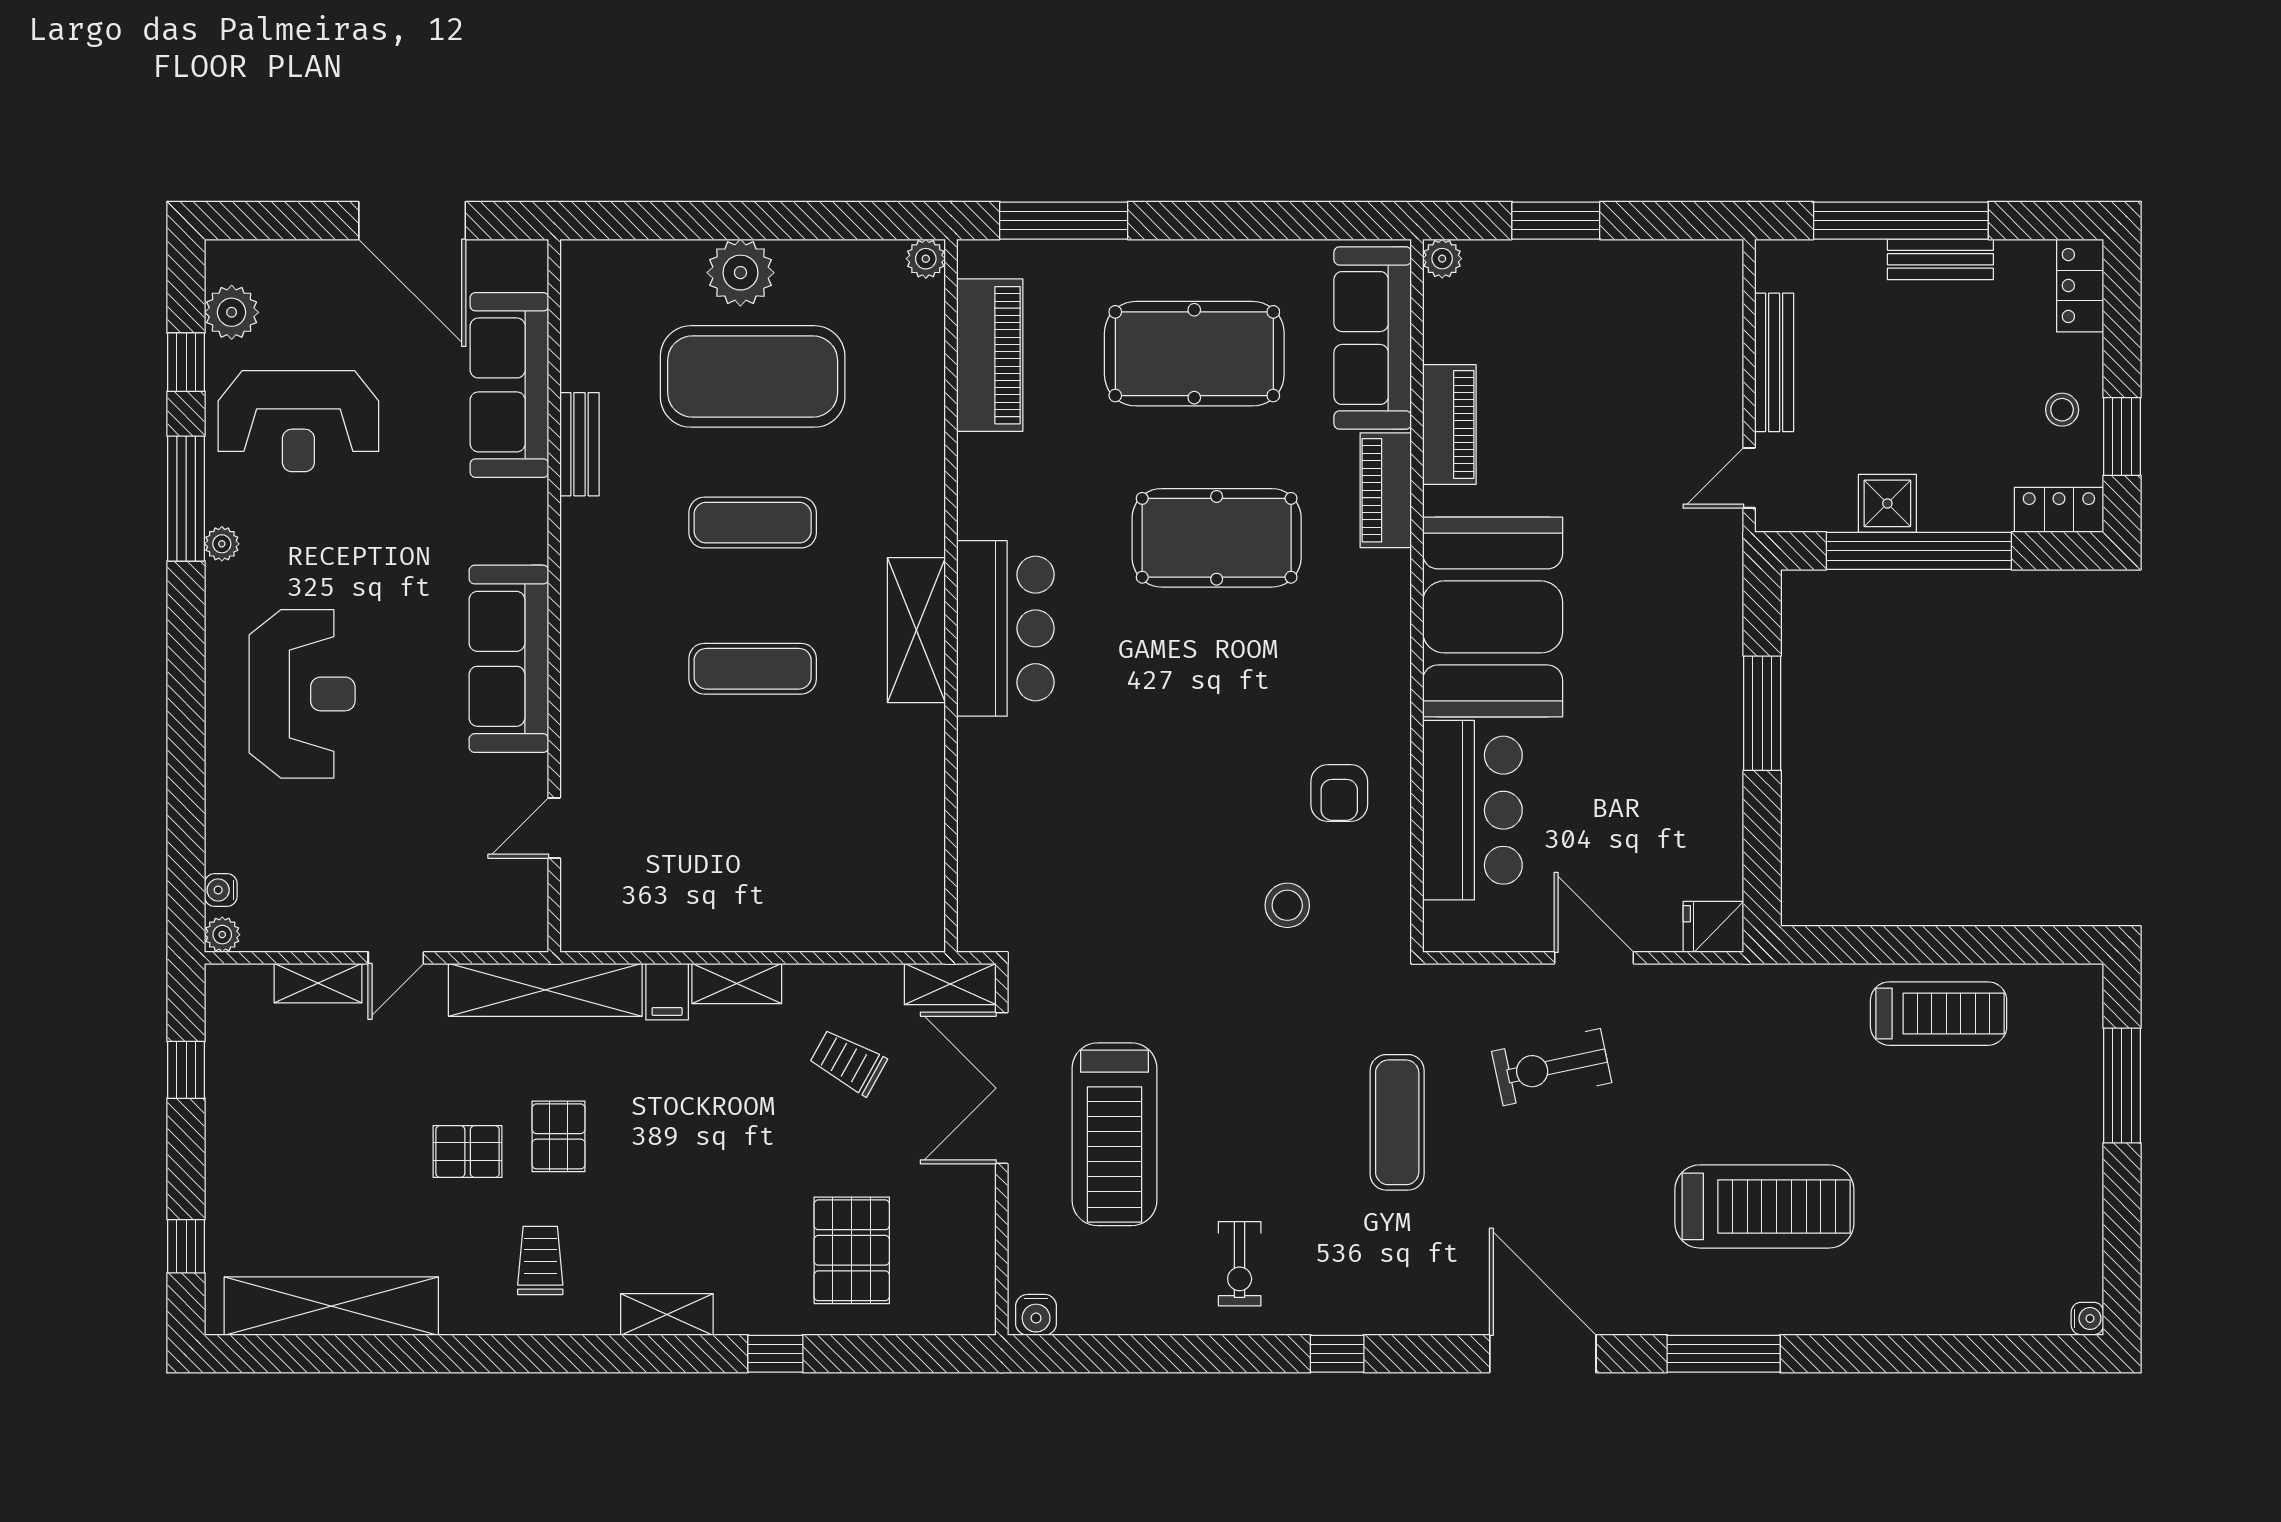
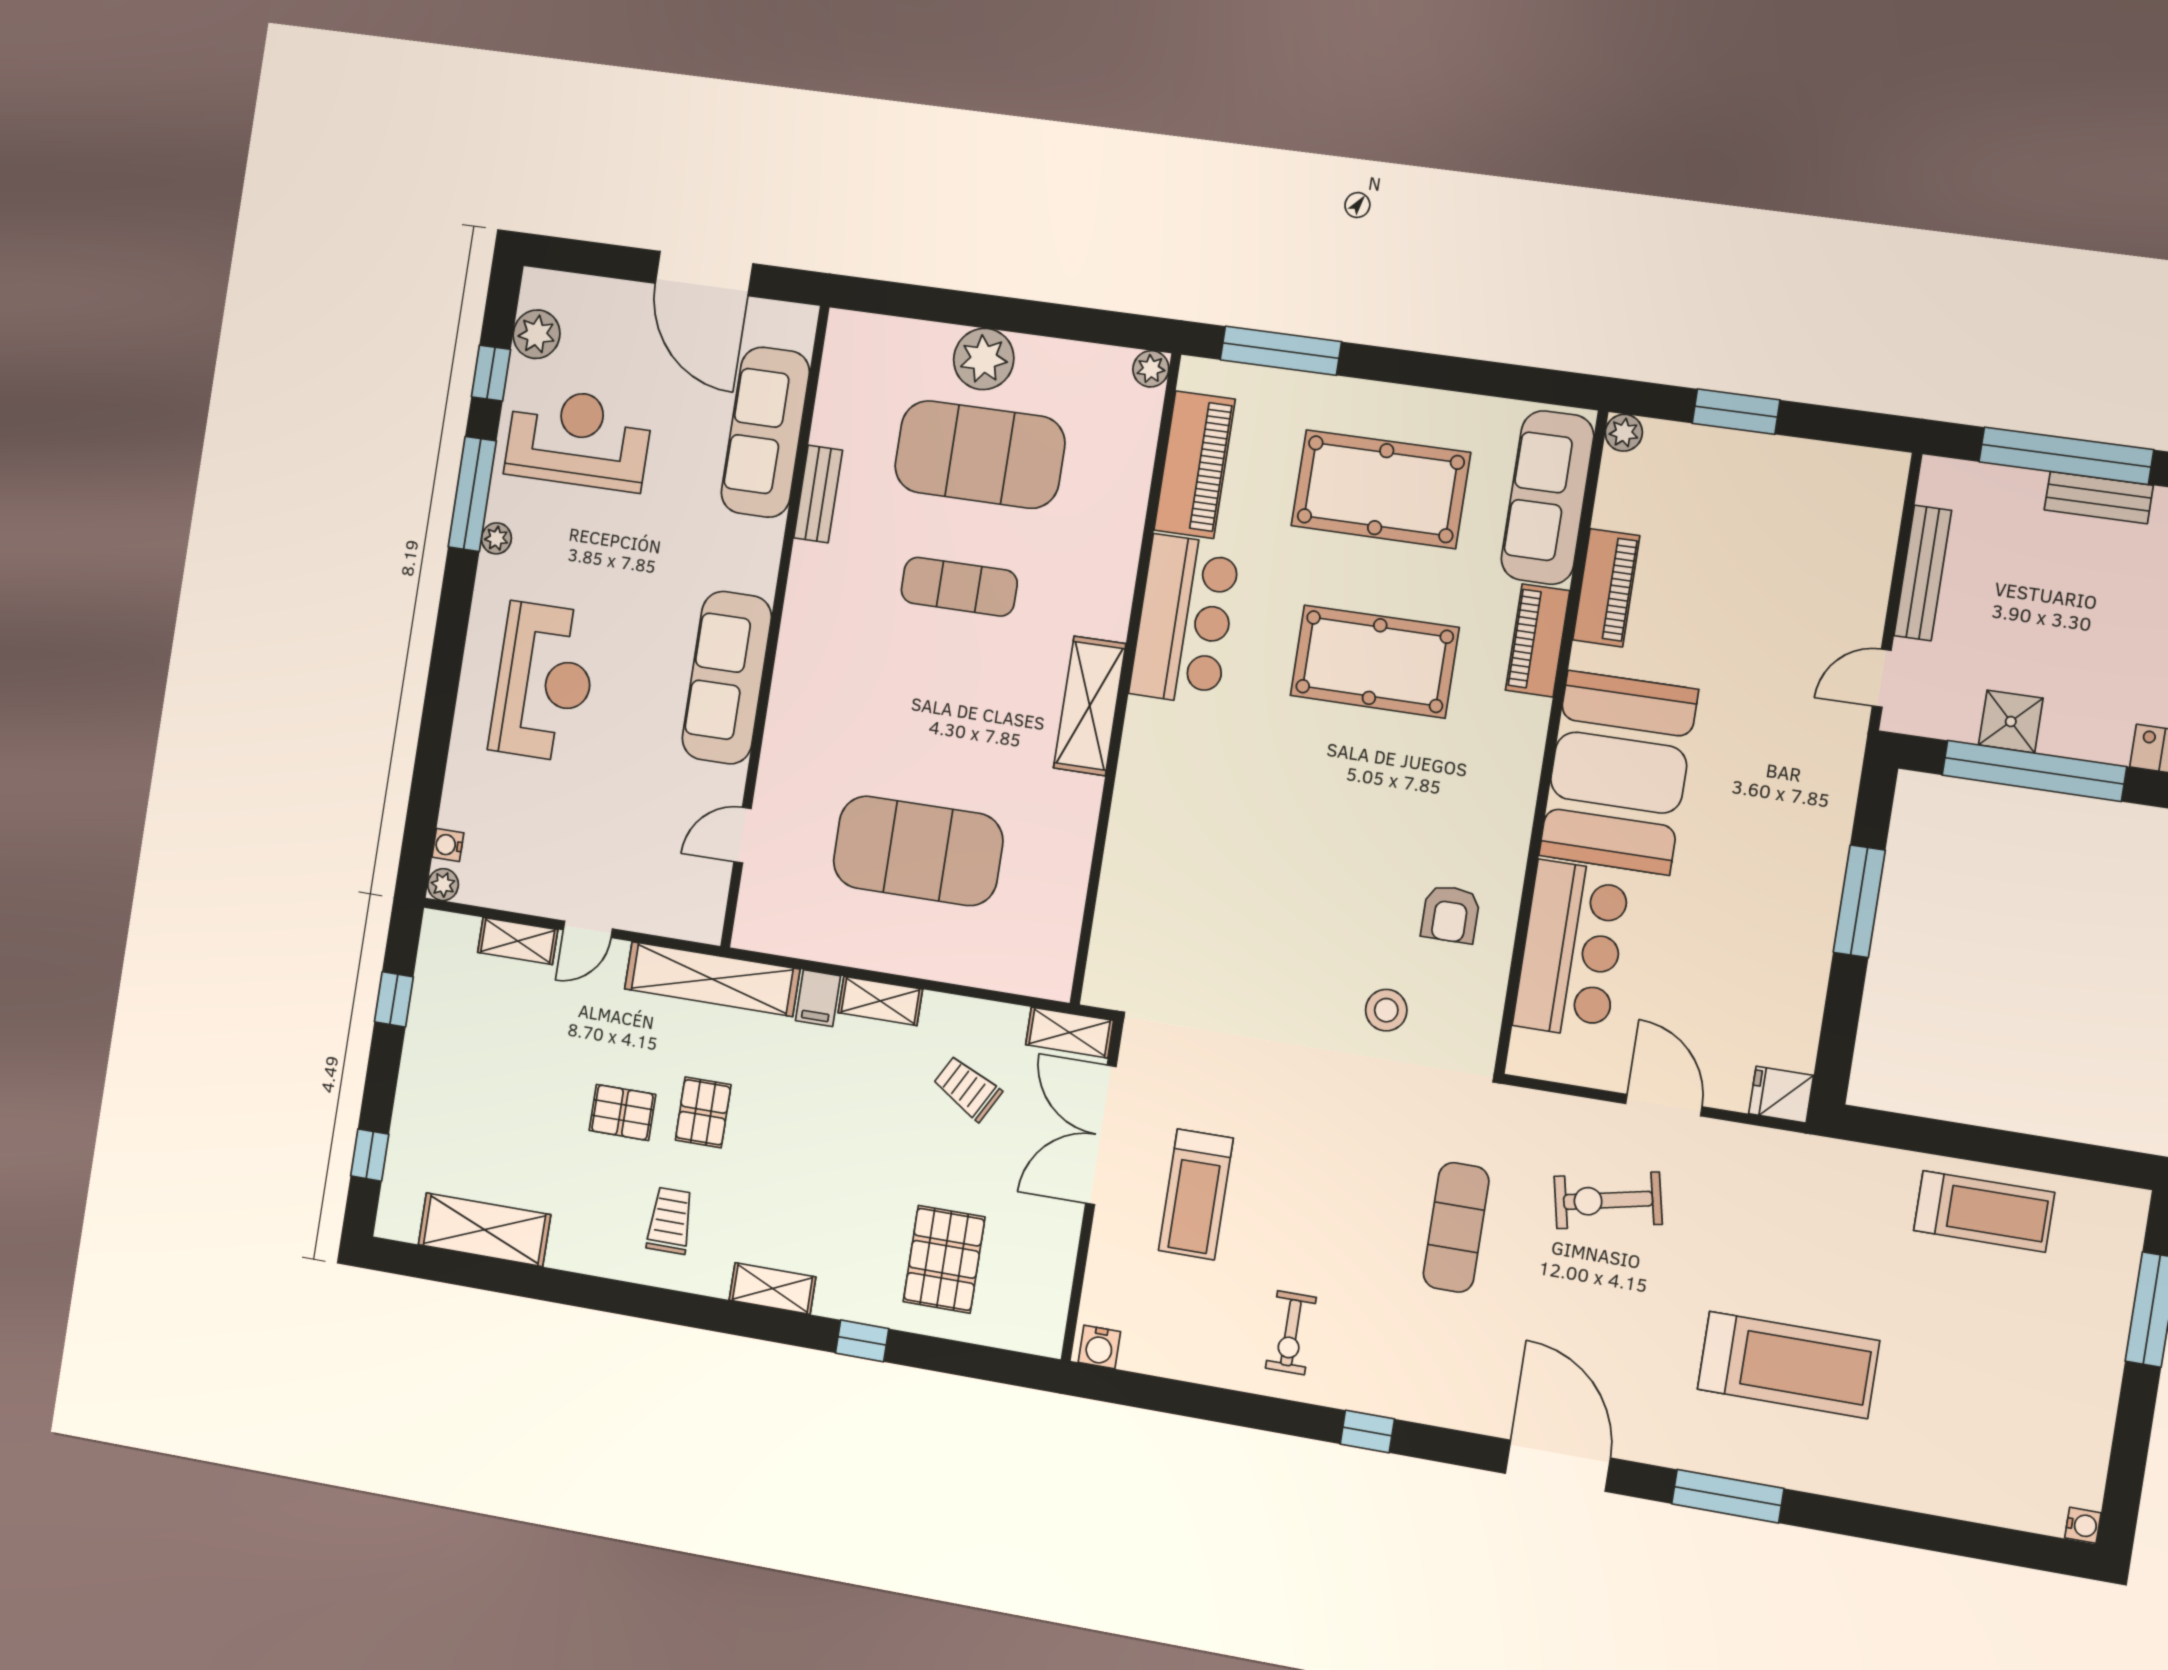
reception desk: (298, 421) -> (579, 439), turned 180
bar counter: (1005, 628) -> (1185, 620), moved
exercise mat: (753, 669) -> (918, 851), moved, width x2.00, depth x1.45
treadmill: (1115, 1134) -> (1196, 1194), width x0.73, depth x0.73
shelving: (331, 1306) -> (484, 1230), width x0.68

